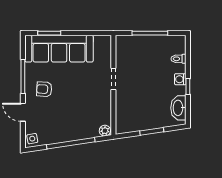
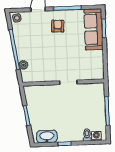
sofa: (59, 49) -> (93, 29), width x0.74, depth x0.79
washing machine: (180, 79) -> (96, 136), moved
plant: (105, 131) -> (23, 65), moved

